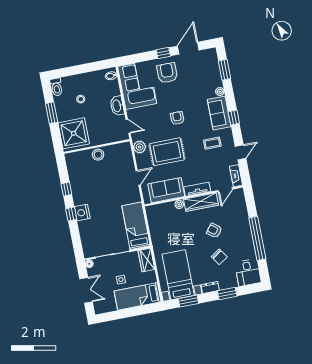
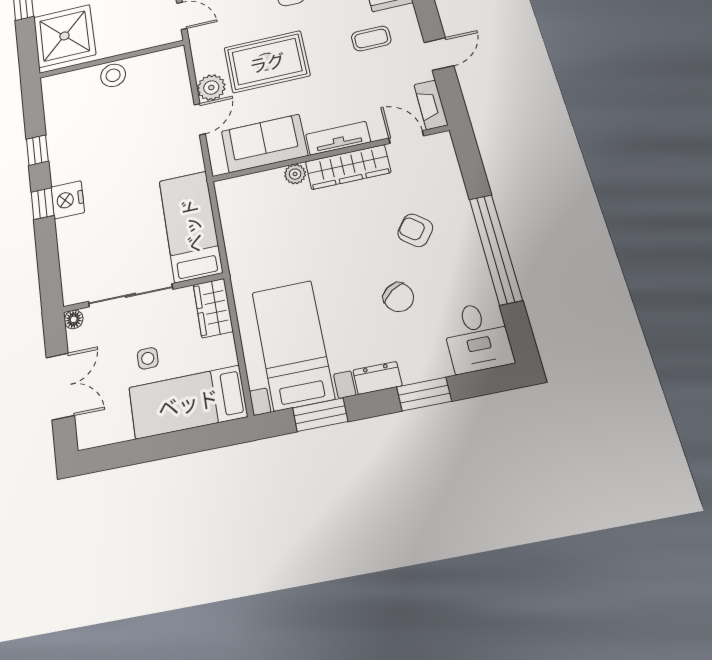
plant: (140, 147) -> (211, 88), moved
door: (225, 190) -> (406, 137), swing flipped
armchair: (214, 231) -> (415, 230), moved

